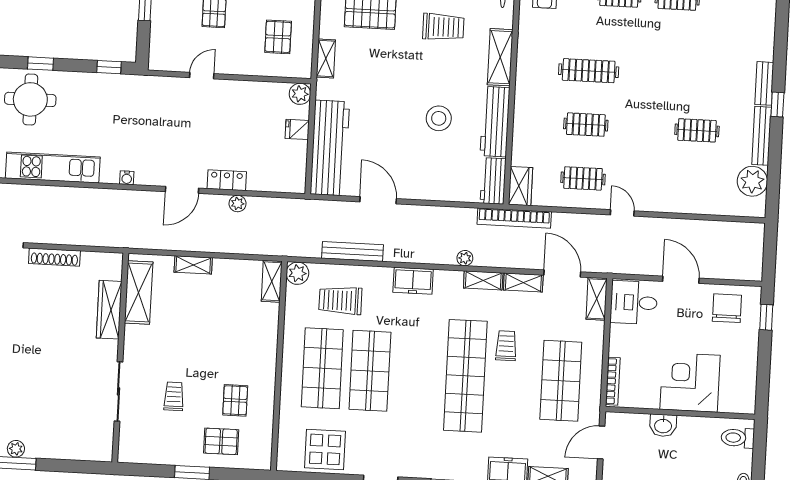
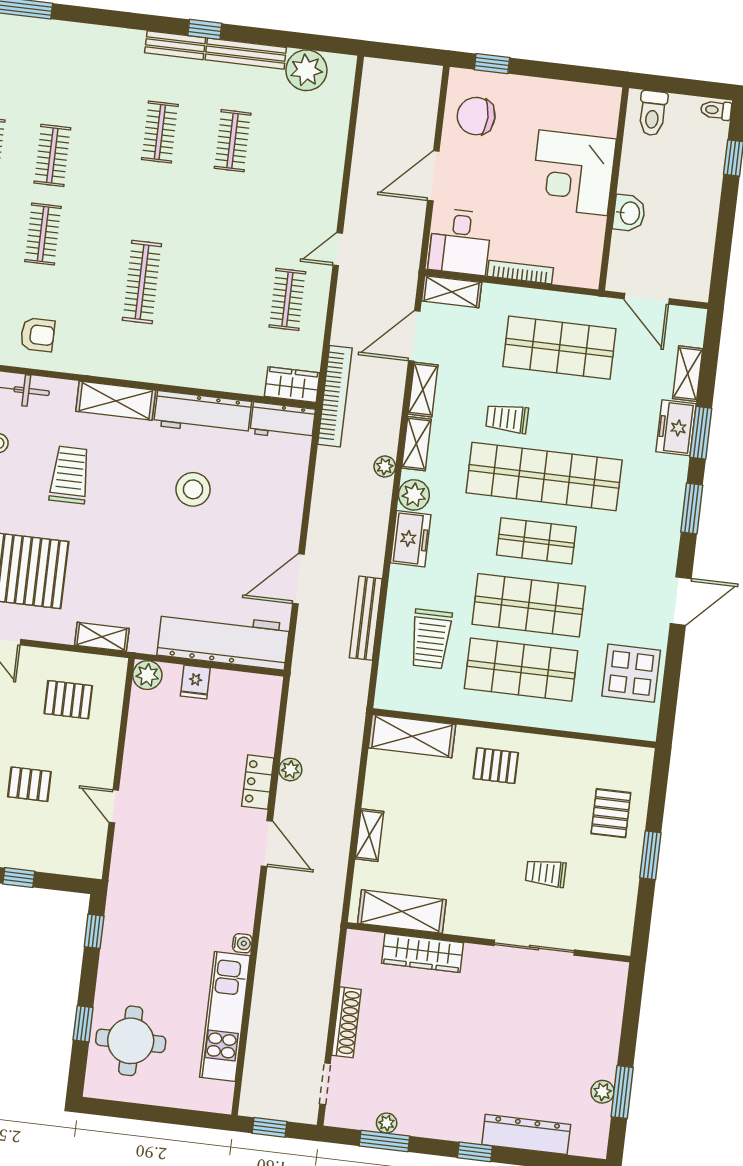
clothes rail: (586, 125) -> (160, 132), moved
water cooler: (127, 178) -> (242, 943), moved
plant: (297, 273) -> (414, 495), moved
shelving: (272, 281) -> (412, 736), width x1.50, depth x1.33
shop shelf: (418, 373) -> (536, 541), added
bookcase: (613, 381) -> (520, 272), moved
pallet: (235, 400) -> (496, 766), moved

